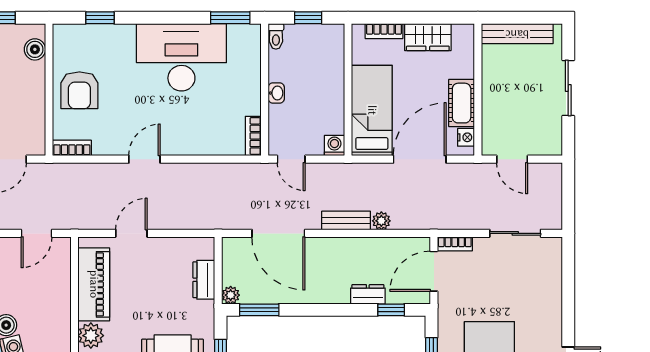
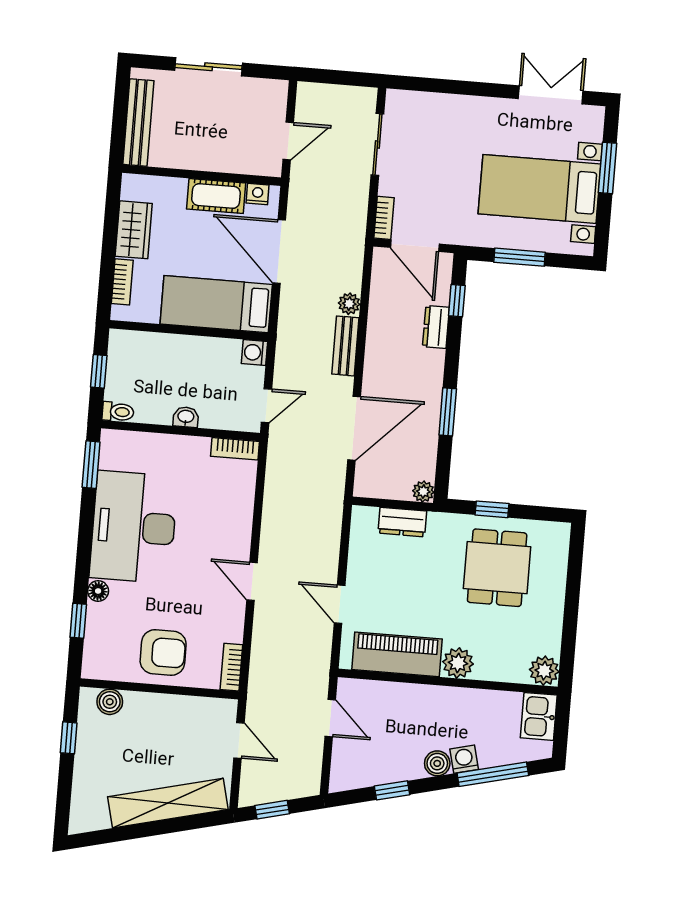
floor lamp: (126, 32) -> (98, 591), added
window: (259, 310) -> (448, 412), moved

